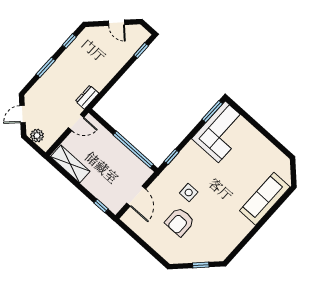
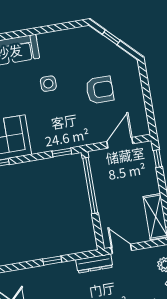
window: (141, 50) -> (52, 261), moved
dresser: (87, 97) -> (94, 264), width x1.44
side table: (189, 193) -> (48, 84), moved

